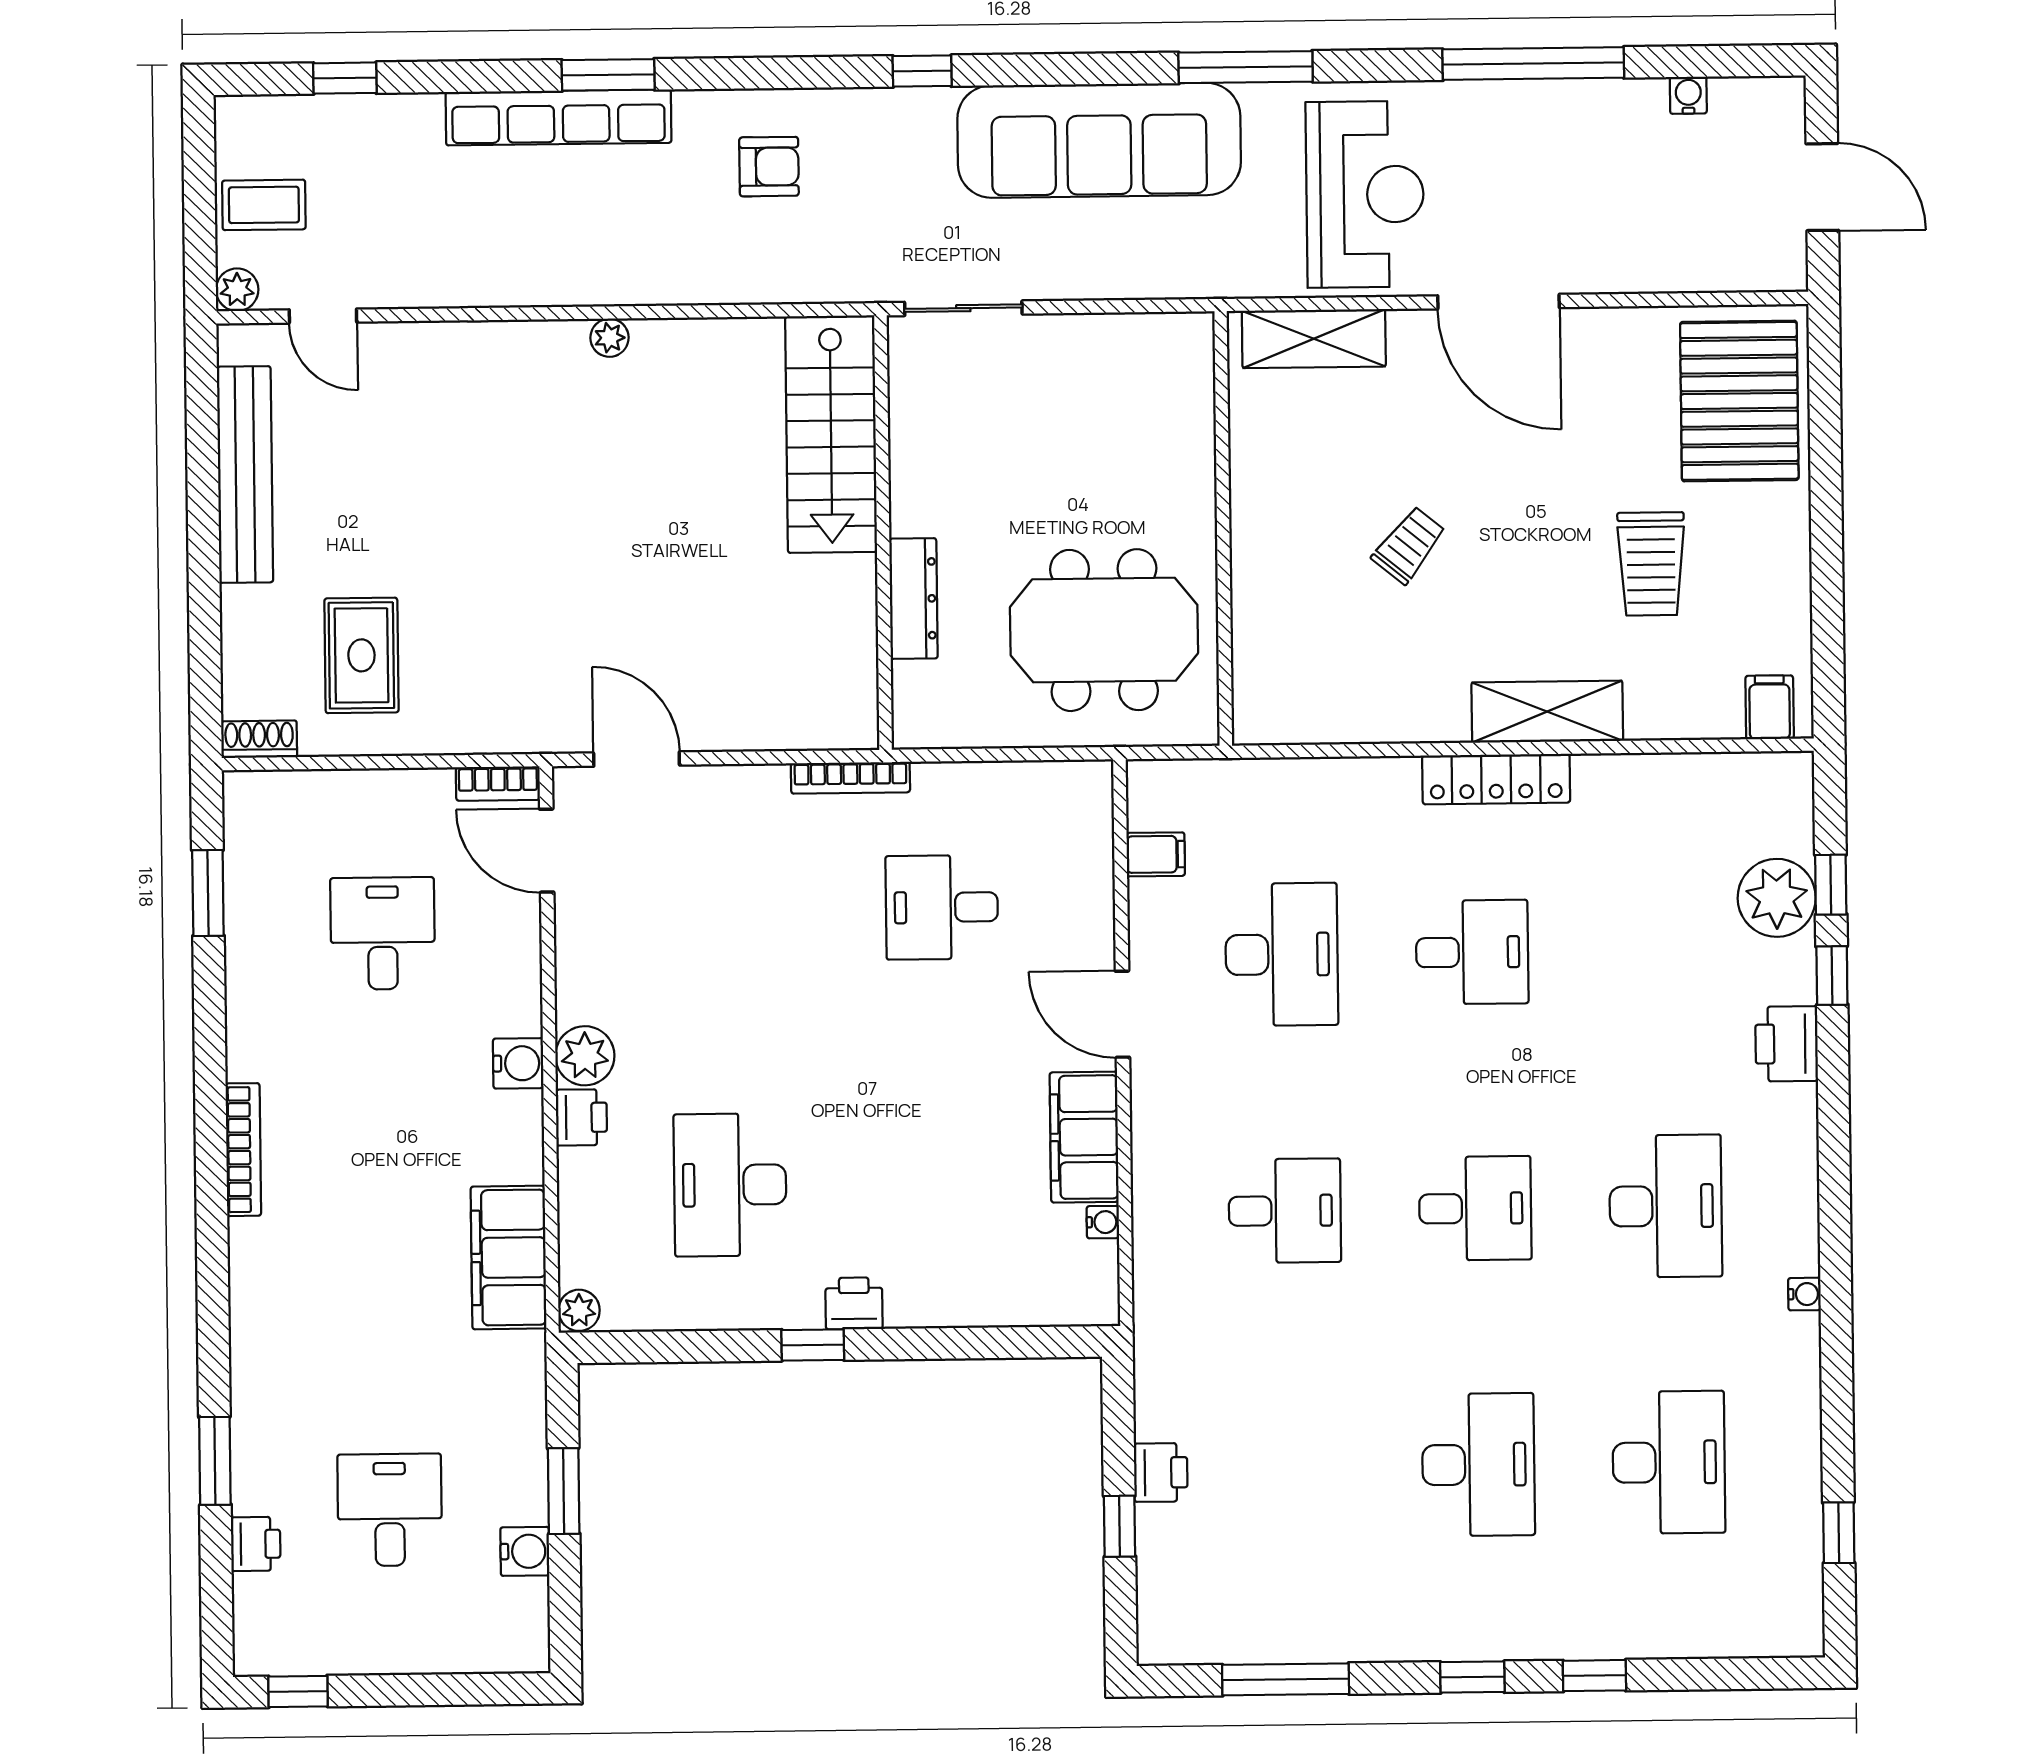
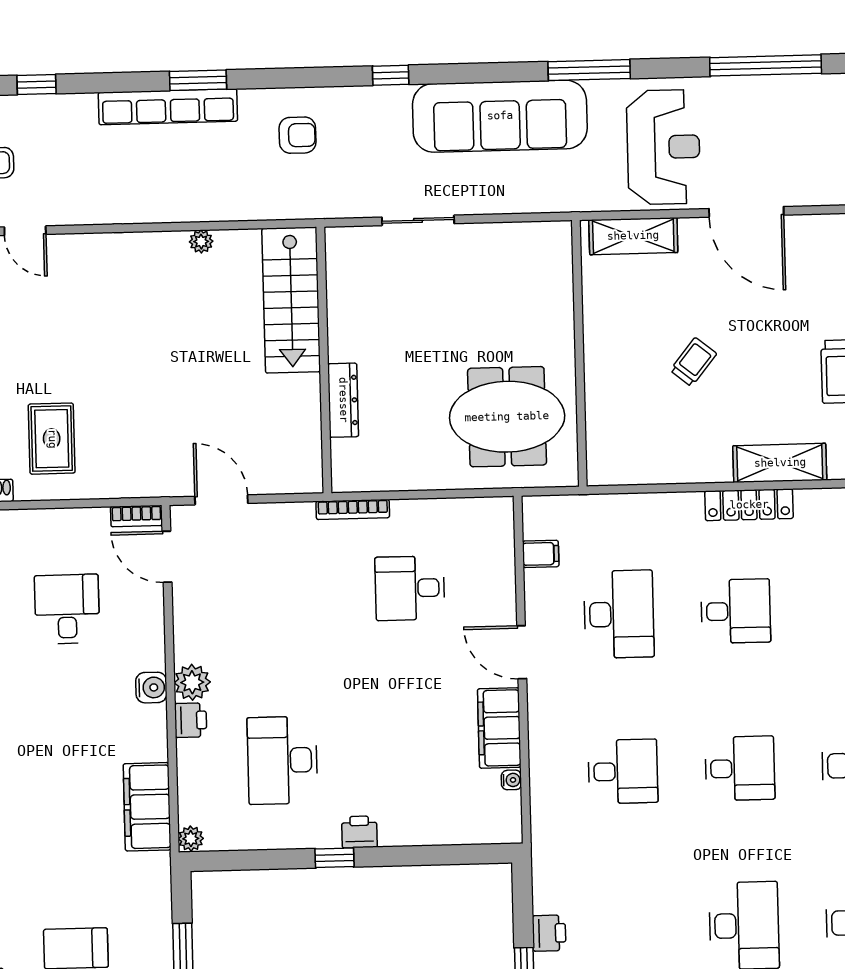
stairs: (831, 434) -> (291, 300), moved
wall: (883, 533) -> (324, 360), moved
dresser: (913, 599) -> (343, 400), moved

